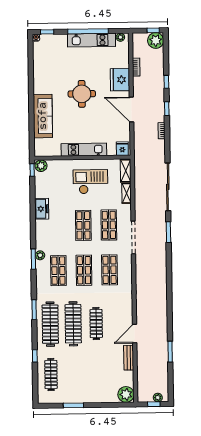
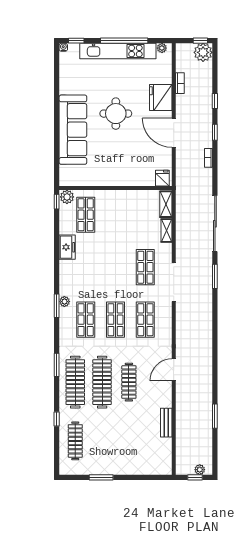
kitchen unit: (91, 40) -> (118, 51), width x1.36
sofa: (43, 116) -> (73, 130), width x1.36, depth x1.27
kitchen unit: (84, 150) -> (117, 179), removed
checkout: (90, 182) -> (124, 216), removed
shop shelf: (83, 225) -> (86, 215), moved
door: (135, 334) -> (174, 370), moved
plant: (126, 394) -> (163, 465), removed

